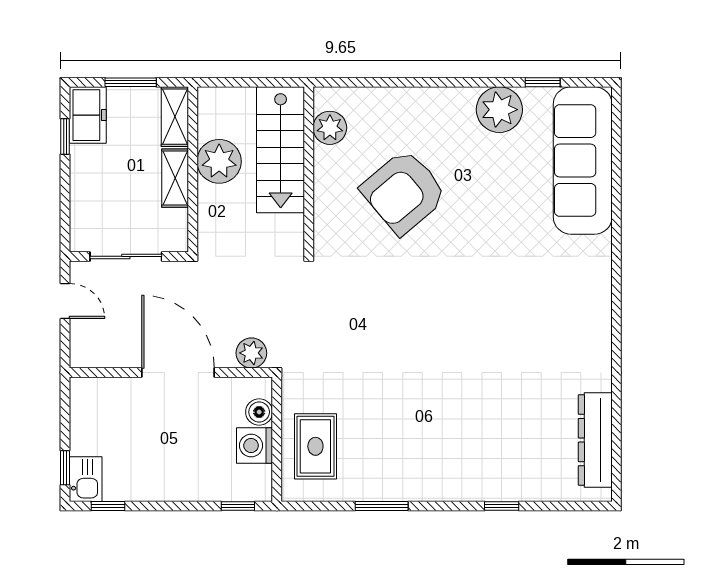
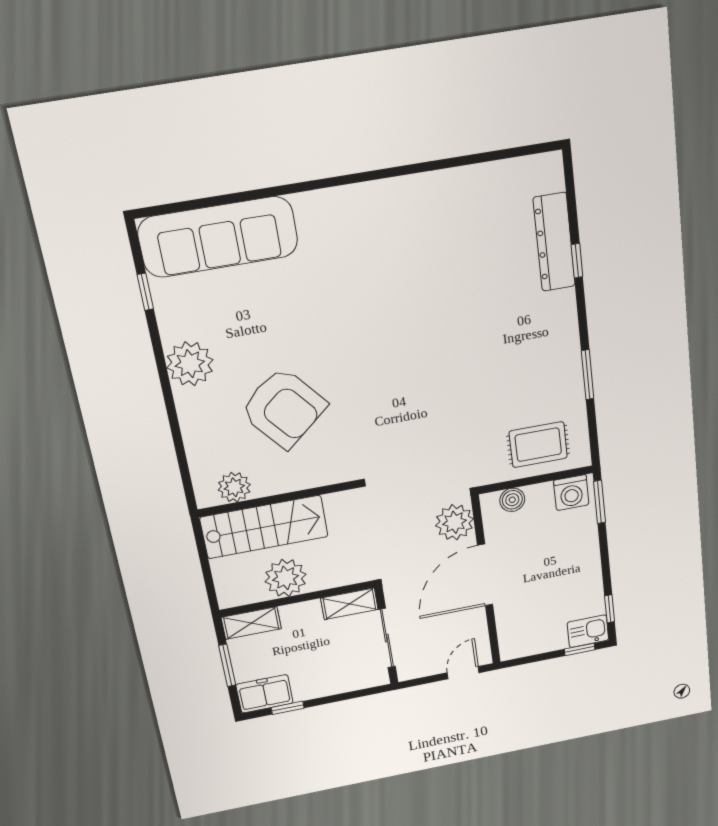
plant: (499, 110) -> (190, 364), moved
shelving: (175, 178) -> (349, 604), moved
door: (65, 301) -> (463, 673), moved
plant: (251, 353) -> (455, 522), width x1.36, depth x1.36
dresser: (595, 440) -> (554, 242), moved, turned 90
washing machine: (255, 446) -> (571, 493), moved
window: (238, 506) -> (600, 502), width x1.50

